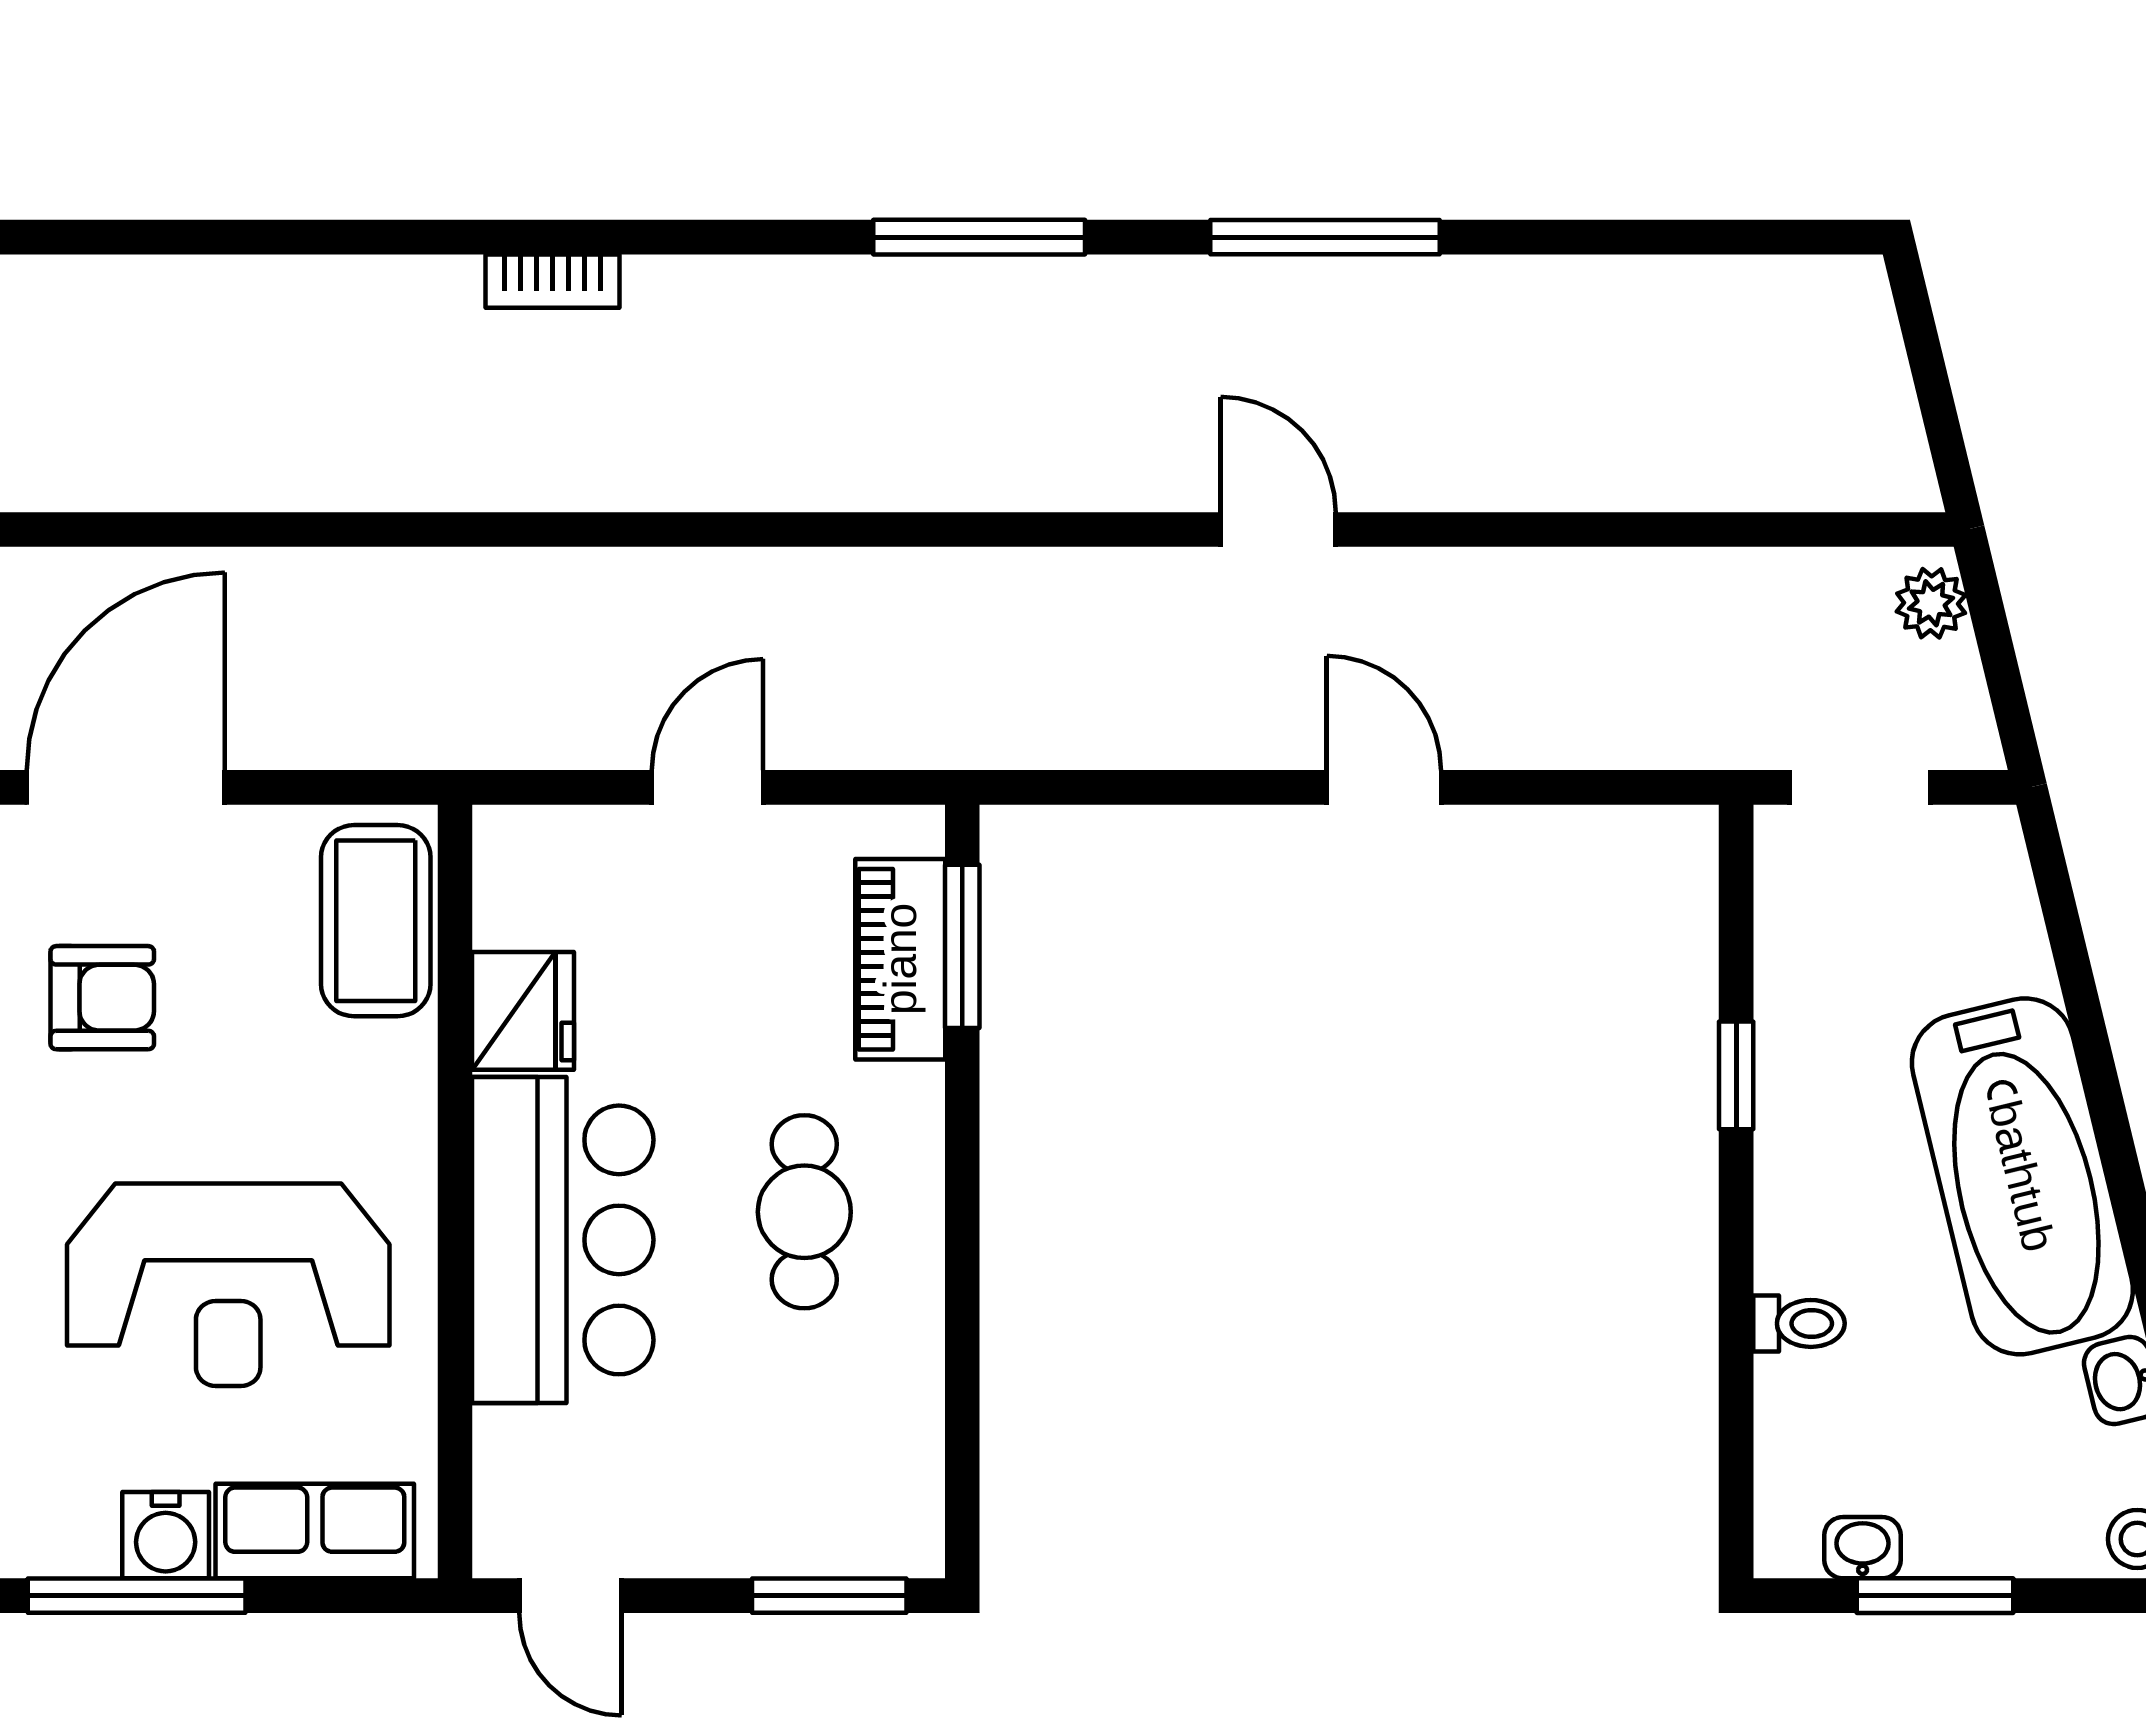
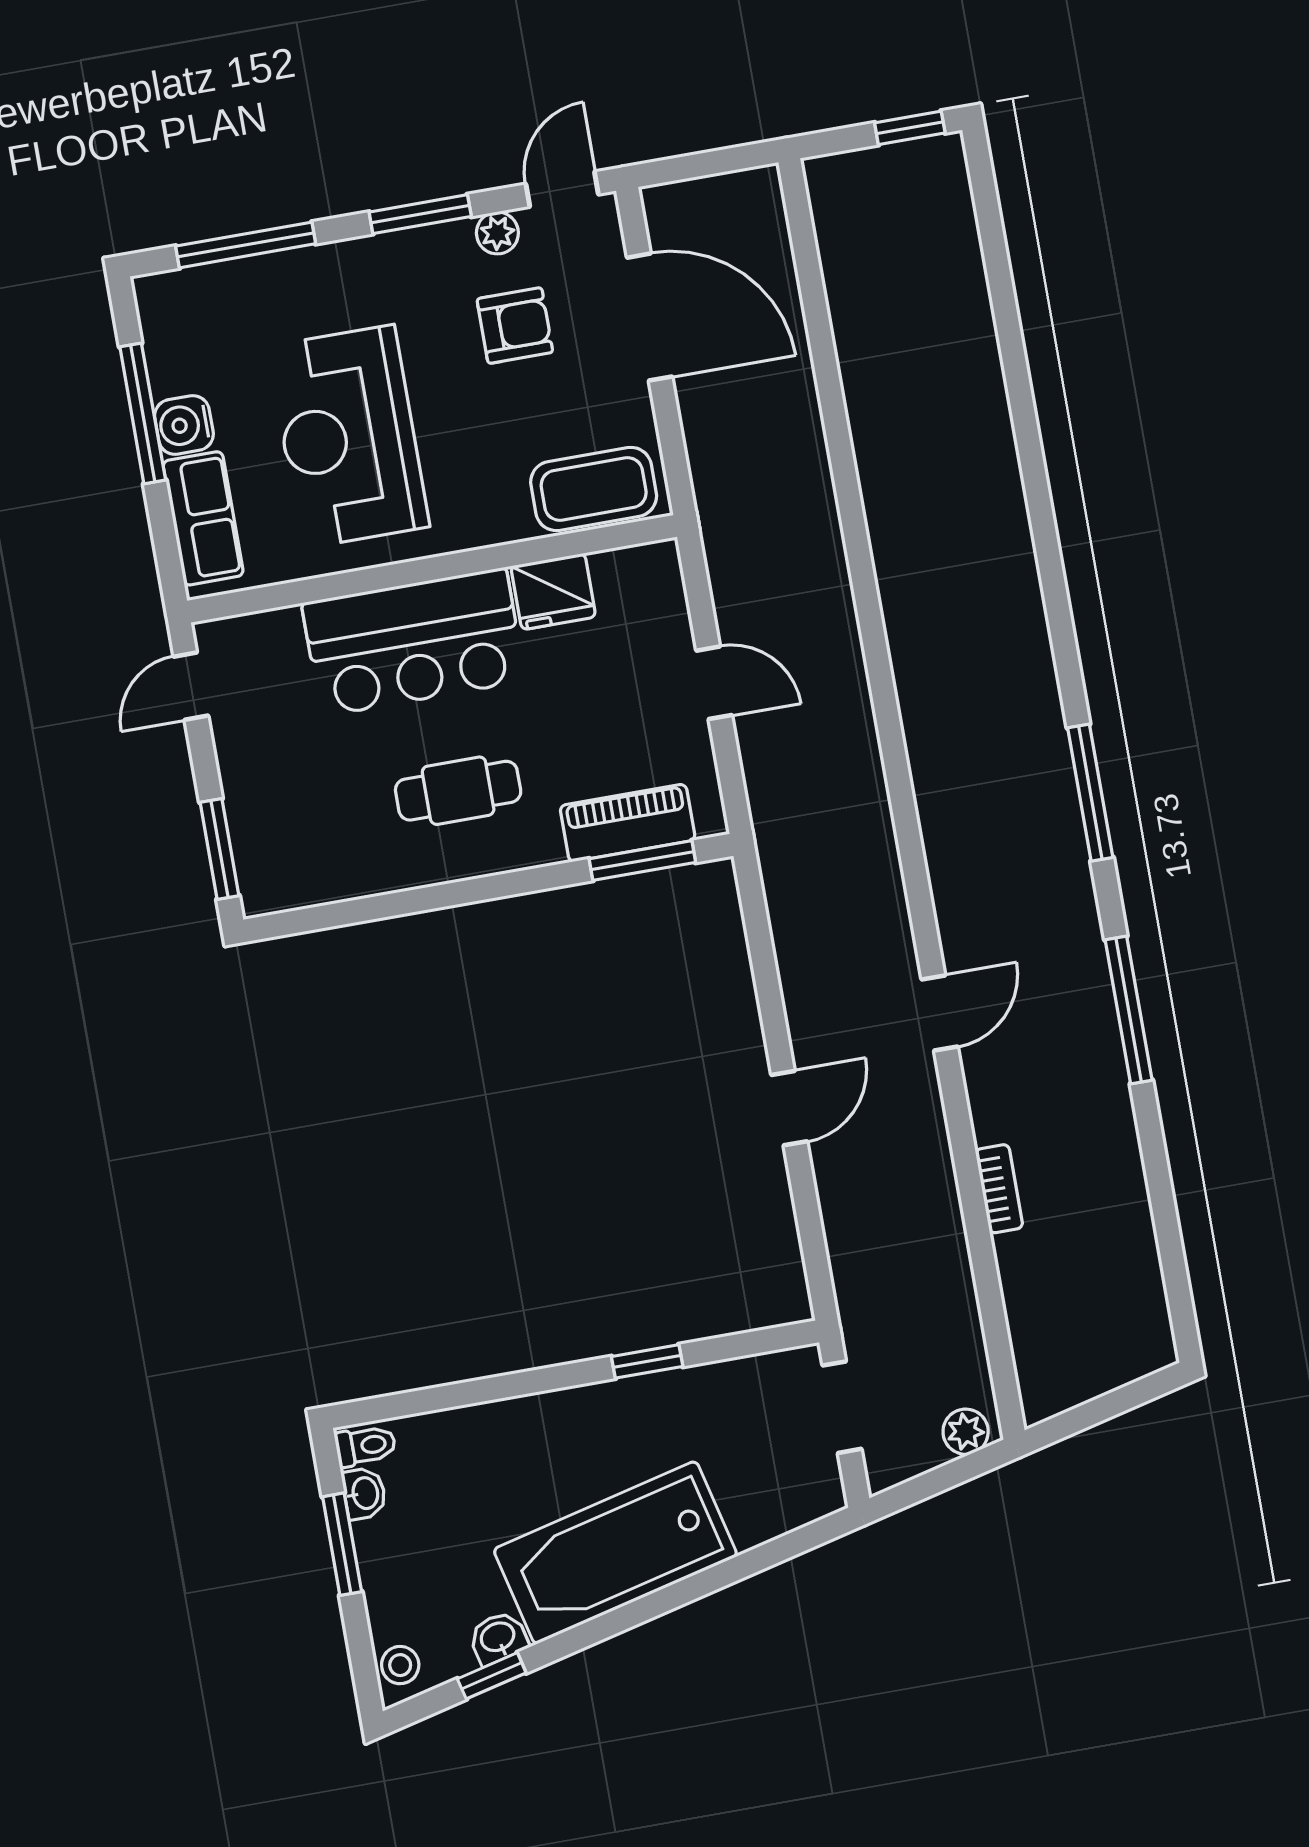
bookcase: (552, 281) -> (999, 1189), moved, turned 180
armchair: (102, 998) -> (515, 326), turned -90
toilet: (1799, 1323) -> (365, 1446), moved, turned -90

